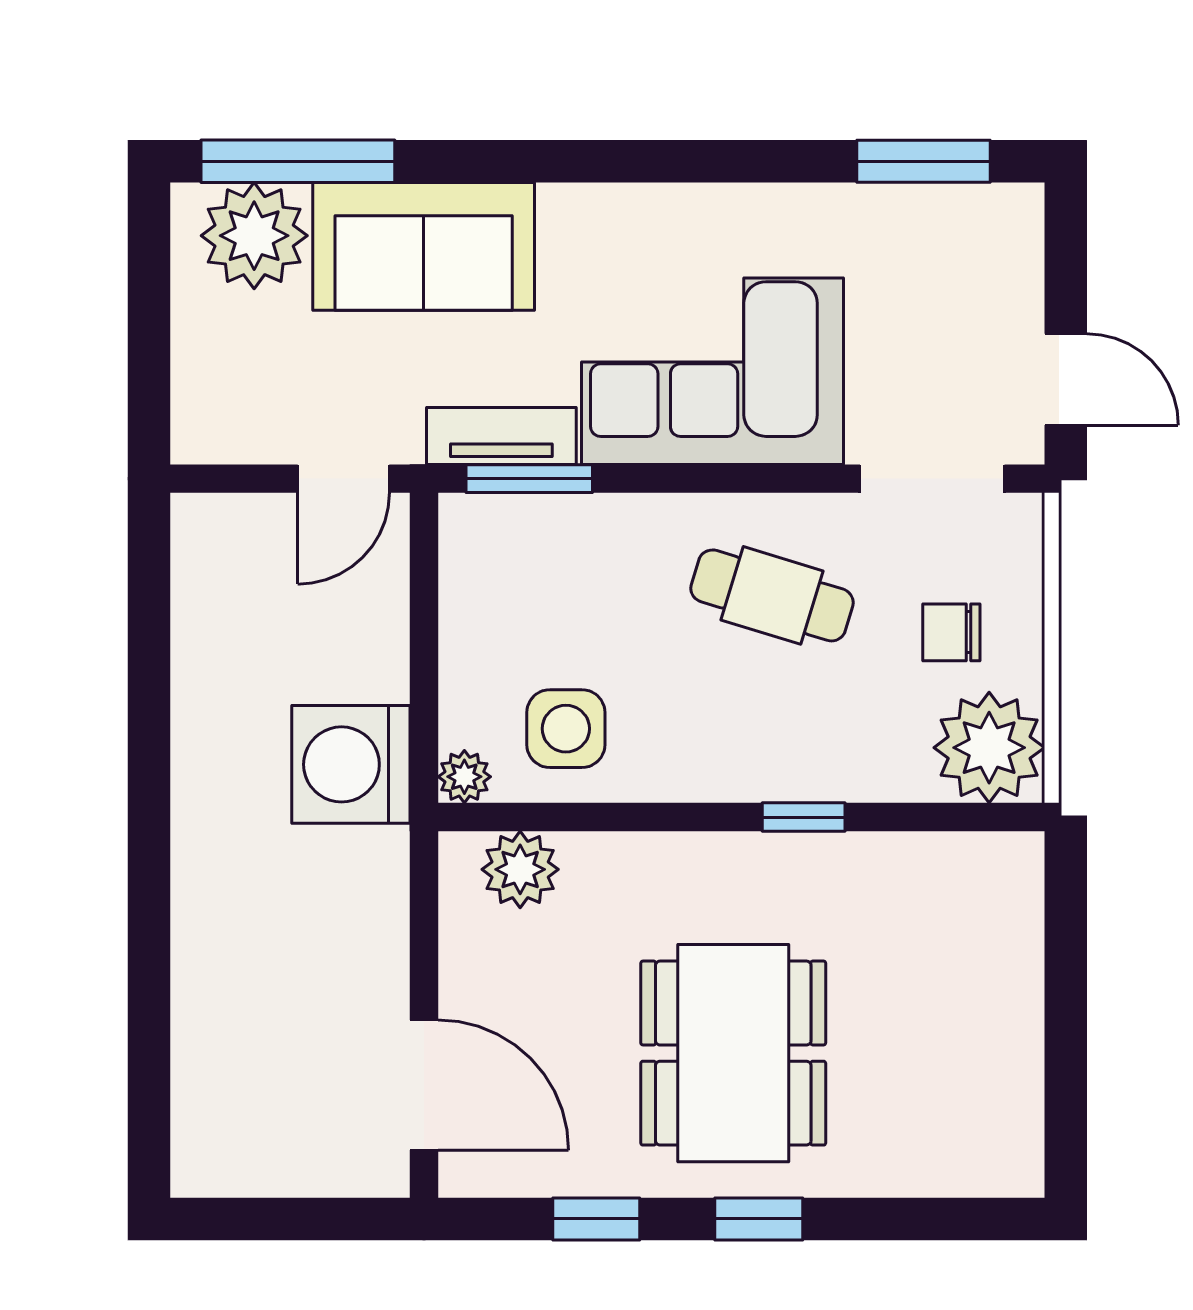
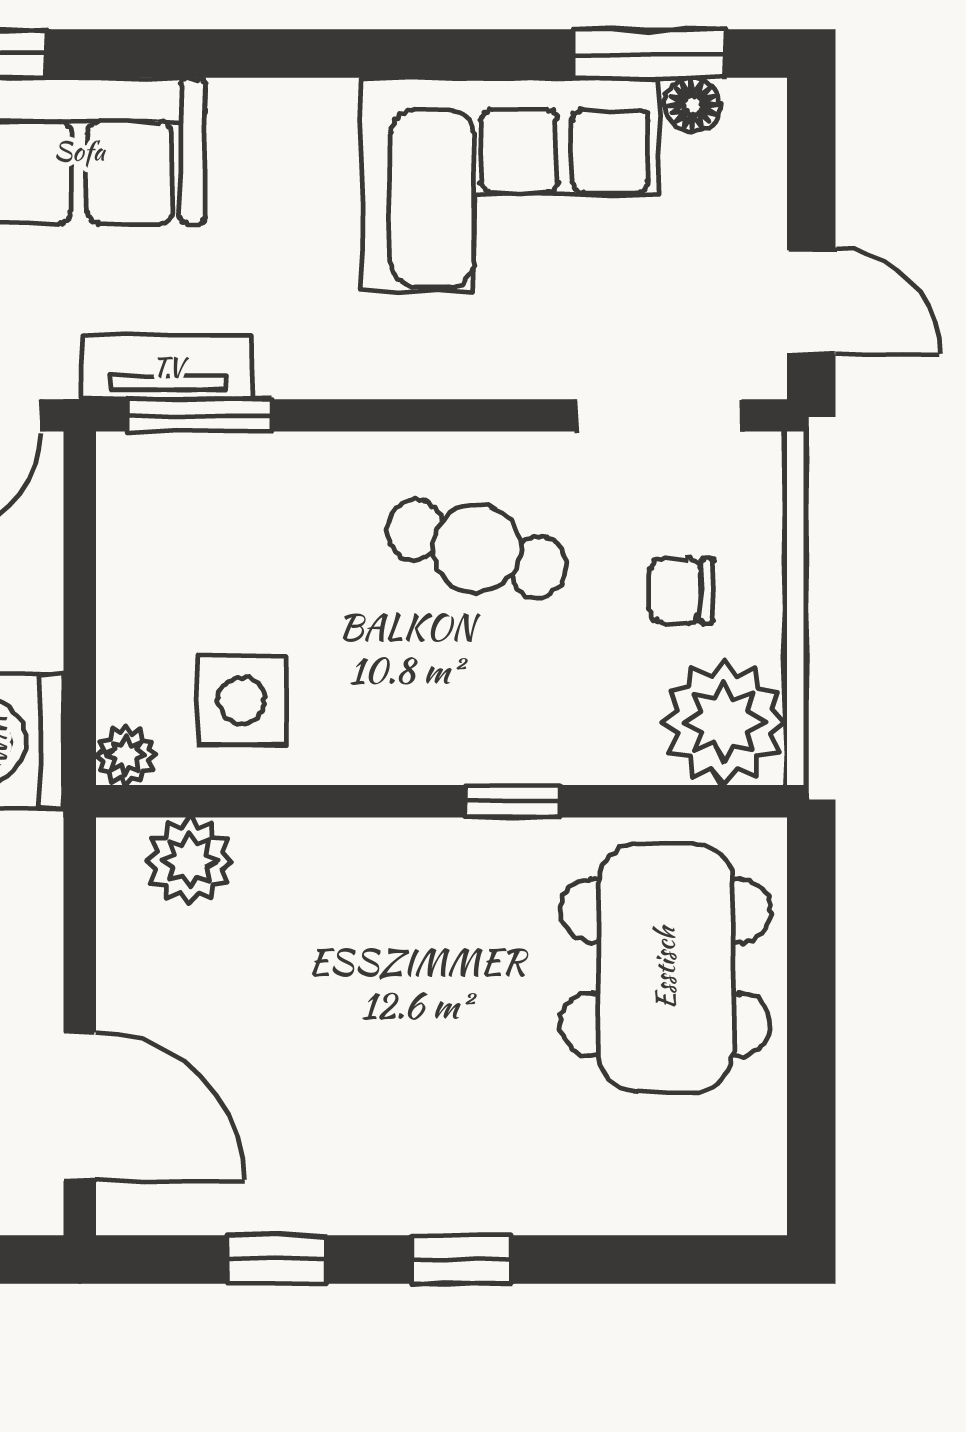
floor lamp: (961, 206) -> (692, 105), added
corner sofa: (713, 371) -> (510, 184), moved, turned 180
dining table: (733, 1053) -> (665, 968), moved

